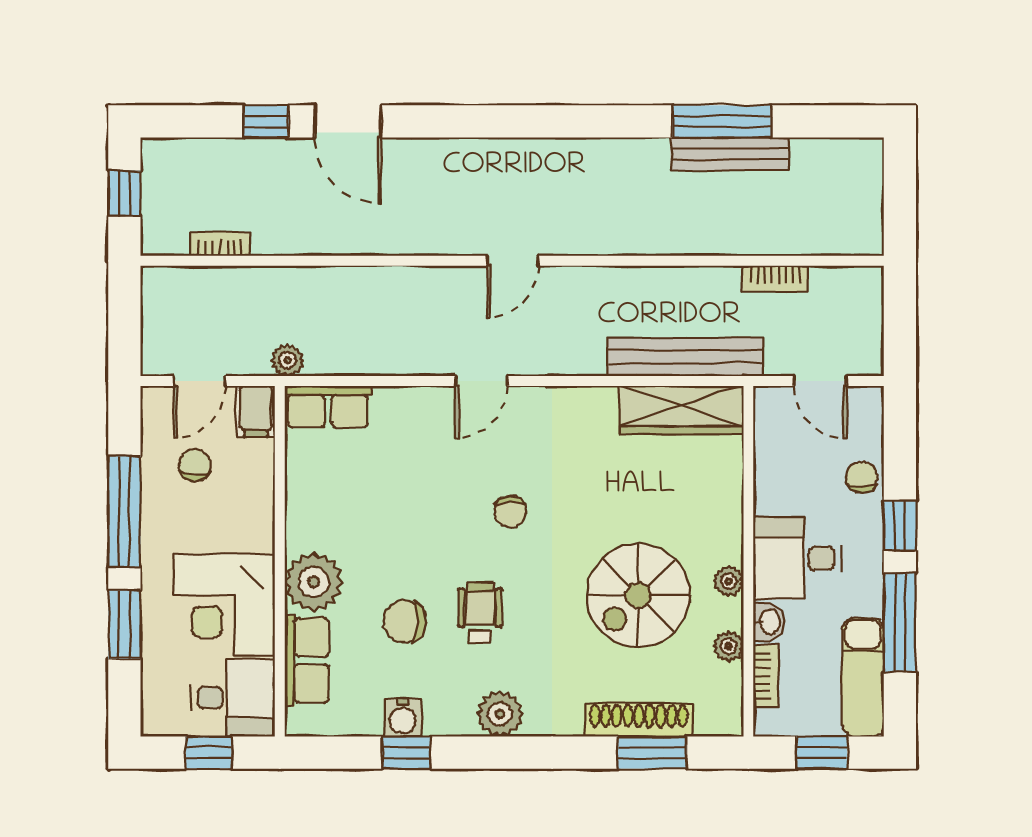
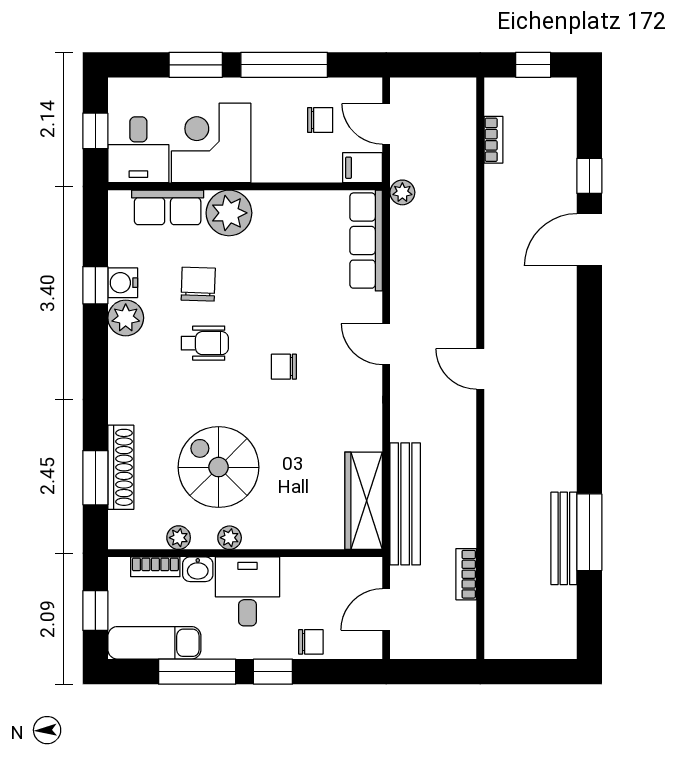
row of seats: (328, 407) -> (366, 241), width x1.48
plant: (500, 714) -> (126, 318), moved

